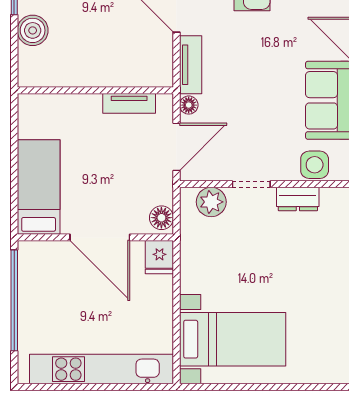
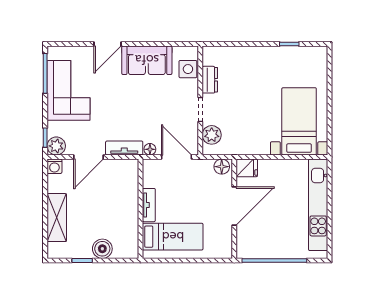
tv unit: (129, 103) -> (149, 205), moved
bed: (39, 187) -> (173, 237), moved, turned 180

